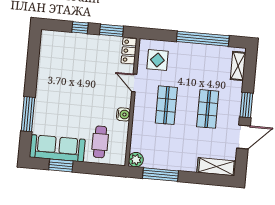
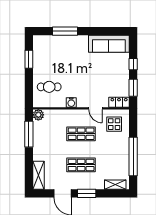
door: (134, 83) -> (95, 108), swing flipped
sofa: (57, 148) -> (109, 44), moved, turned 90

